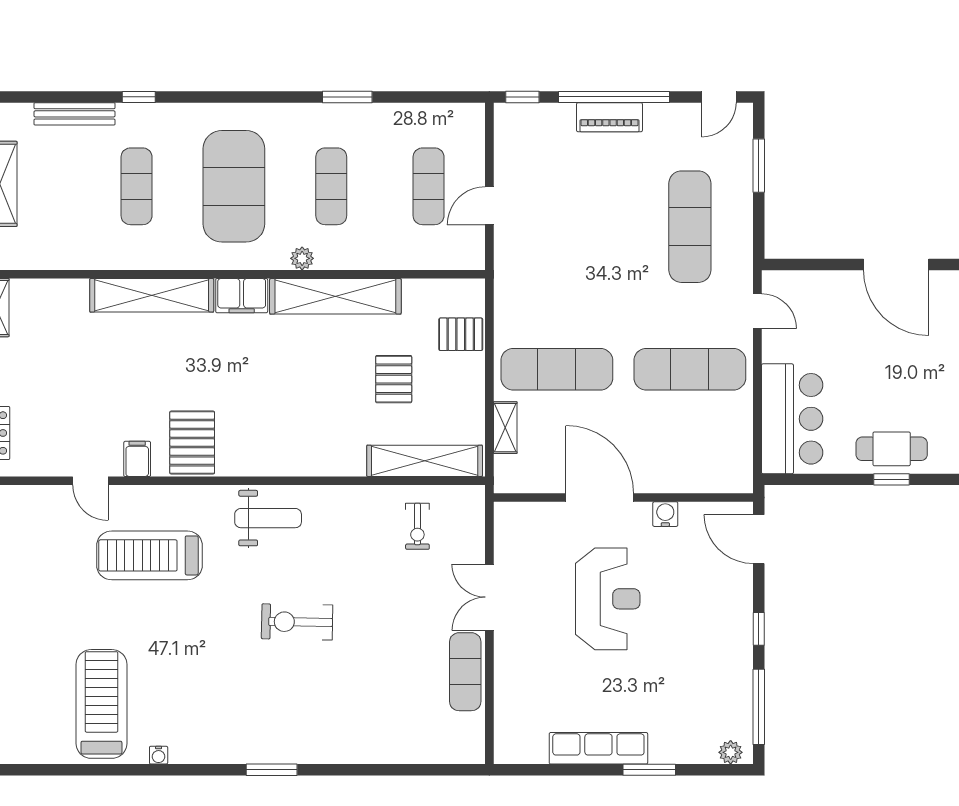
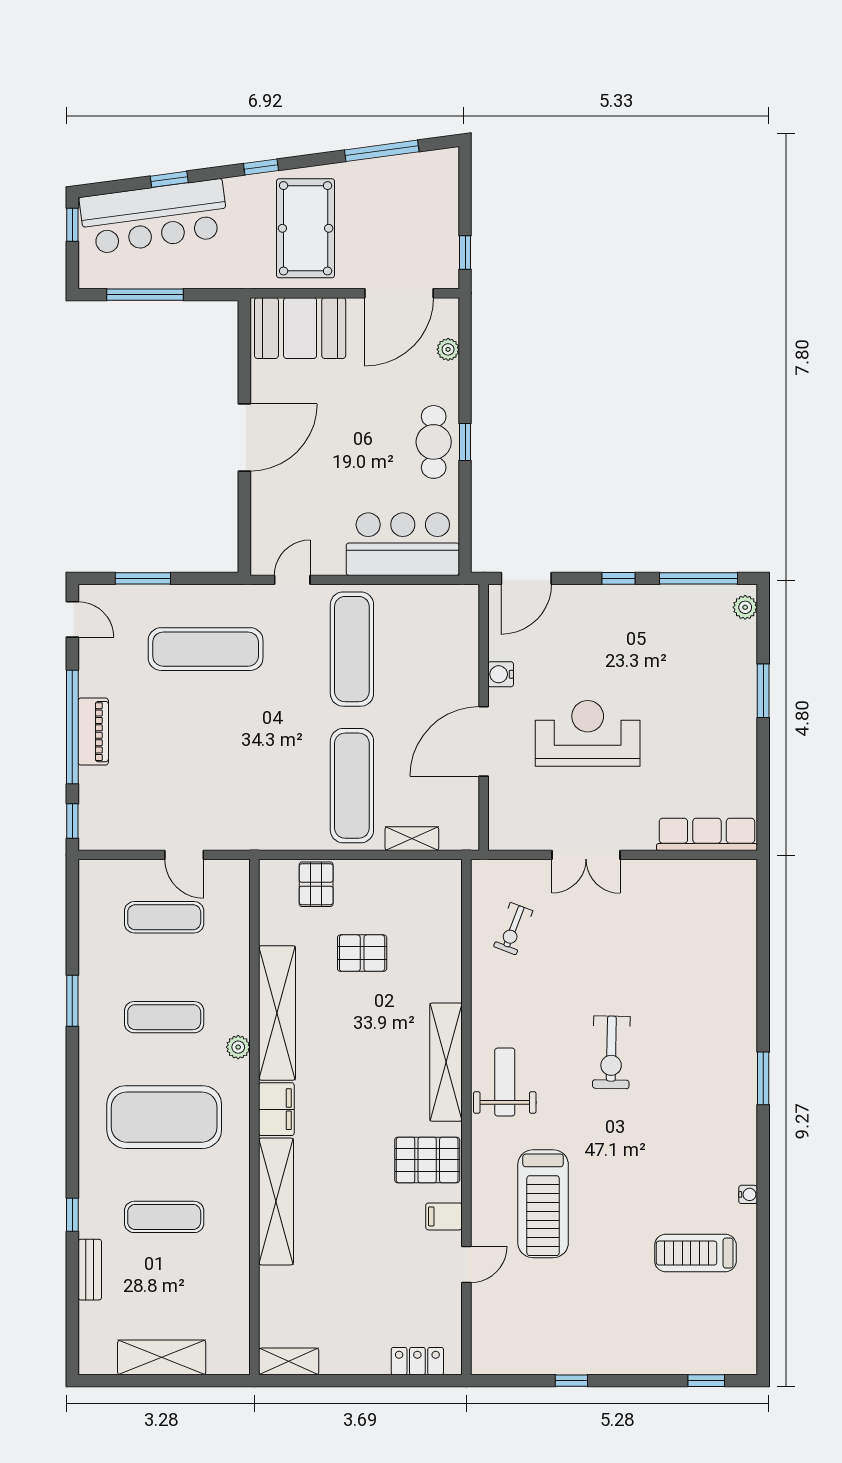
bench: (74, 114) -> (90, 1270), width x0.73
shelving: (425, 461) -> (446, 1062), moved
exercise bike: (417, 526) -> (513, 929), turned 111
exercise mat: (465, 672) -> (662, 880), removed
treadmill: (101, 704) -> (695, 1253), width x0.73, depth x0.73
row of seats: (598, 748) -> (707, 834), moved, turned 90

